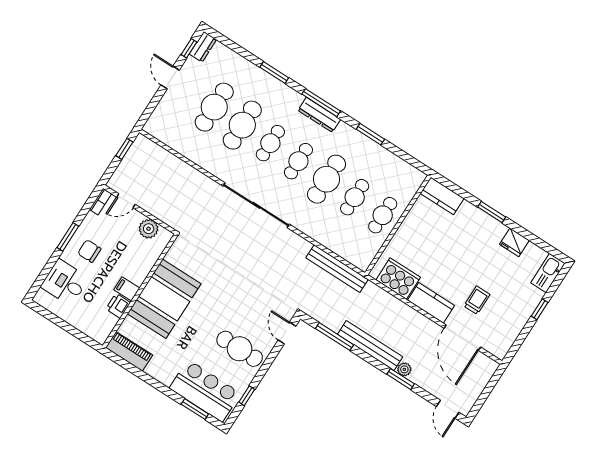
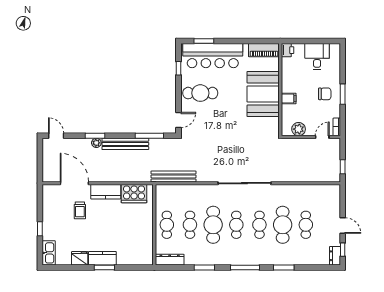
cafe table: (214, 107) -> (306, 225), width x0.73, depth x0.74
dresser: (319, 115) -> (170, 260), moved
kitchen counter: (442, 196) -> (102, 258), moved
desk: (65, 282) -> (317, 56), moved, turned -90
filing cabinet: (127, 289) -> (289, 99), moved
printer: (118, 306) -> (287, 50), moved
door: (287, 333) -> (179, 120), hinge flipped
bar counter: (205, 391) -> (213, 56), width x1.36

